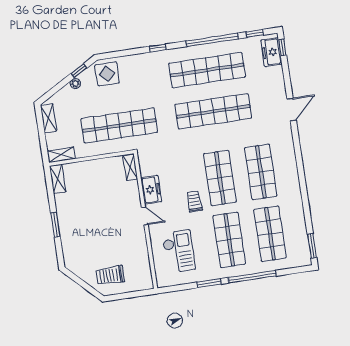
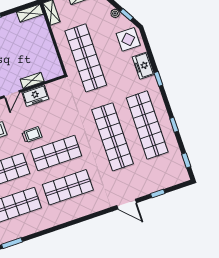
window: (212, 40) -> (174, 125), width x0.32
window: (282, 47) -> (158, 193), moved
freezer: (271, 52) -> (143, 66), moved, turned -90
shelving: (130, 167) -> (32, 80), moved

